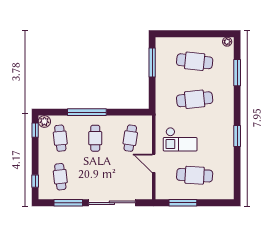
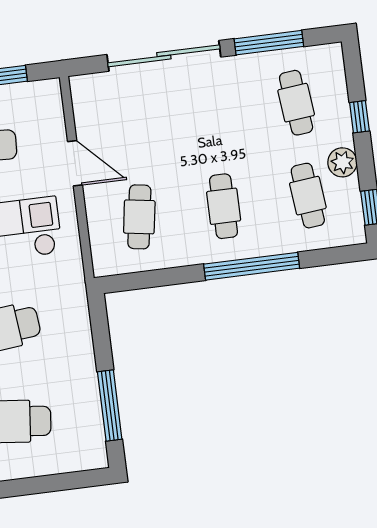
plant: (44, 121) -> (342, 162), moved
window: (35, 181) -> (359, 117), moved

